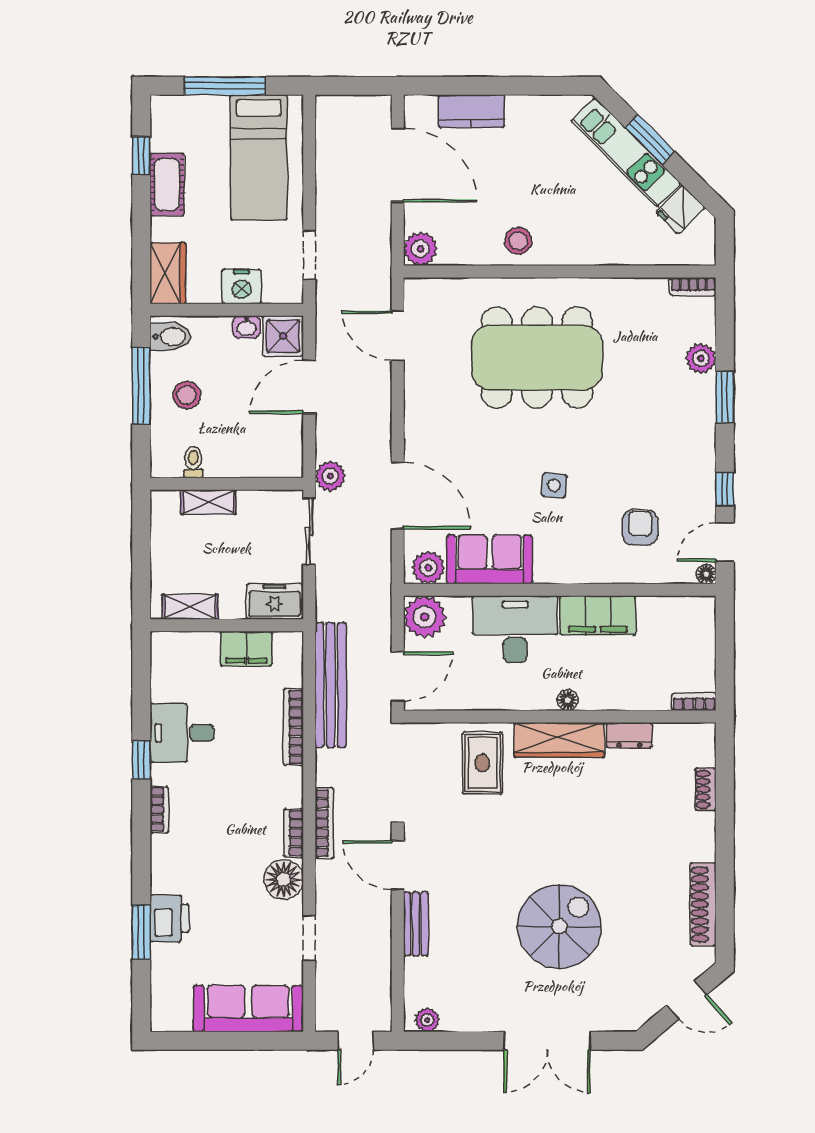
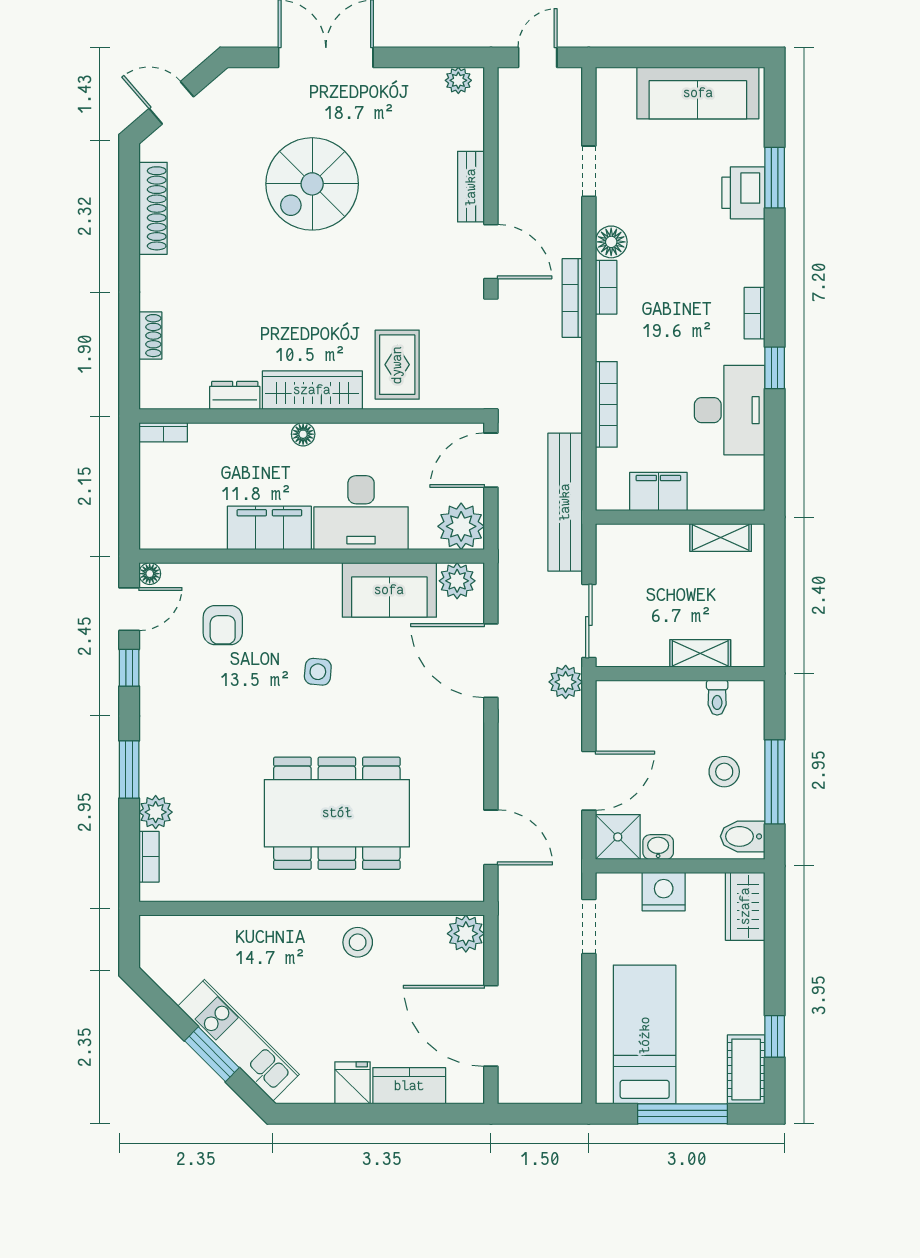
cot: (167, 184) -> (746, 1069), moved
fridge: (681, 210) -> (352, 1083), moved, turned -45
bookcase: (693, 287) -> (149, 857), moved, turned 90
freezer: (274, 601) -> (627, 543), removed
bench: (331, 685) -> (565, 502), moved
desk: (182, 733) -> (730, 410), width x1.37
floor lamp: (284, 879) -> (611, 242), width x0.73, depth x0.73
sofa: (248, 1009) -> (698, 93), moved

